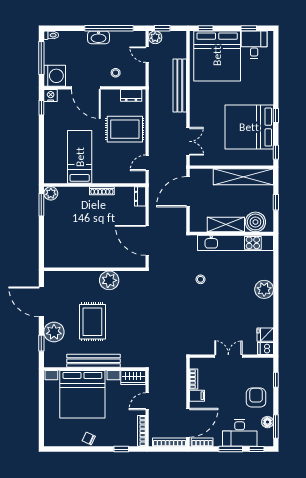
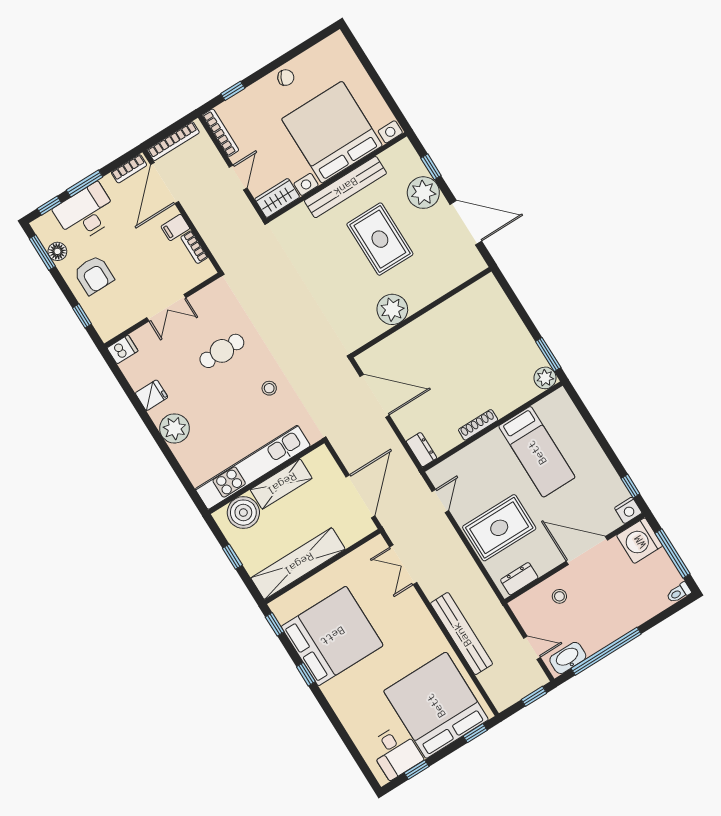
washbasin: (99, 37) -> (568, 658), moved
plant: (155, 37) -> (536, 678), removed
cafe table: (213, 315) -> (222, 351), added
fridge: (265, 335) -> (152, 395), moved

